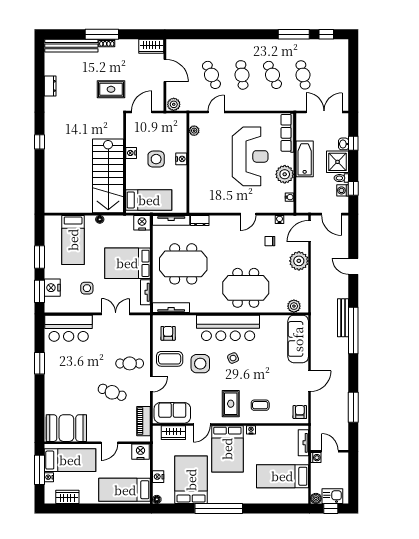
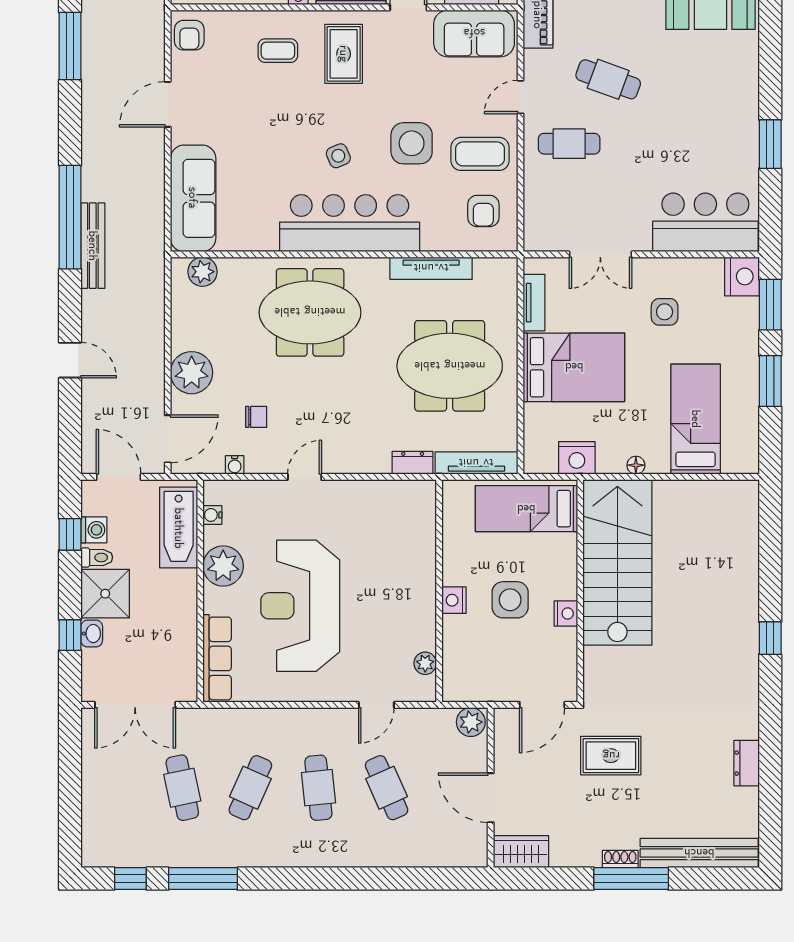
cafe table: (272, 75) -> (250, 788), turned 48
bathtub: (305, 159) -> (179, 528), moved
nightstand: (142, 223) -> (577, 458), moved
nightstand: (52, 288) -> (742, 276), moved
tv unit: (171, 308) -> (431, 268), moved

